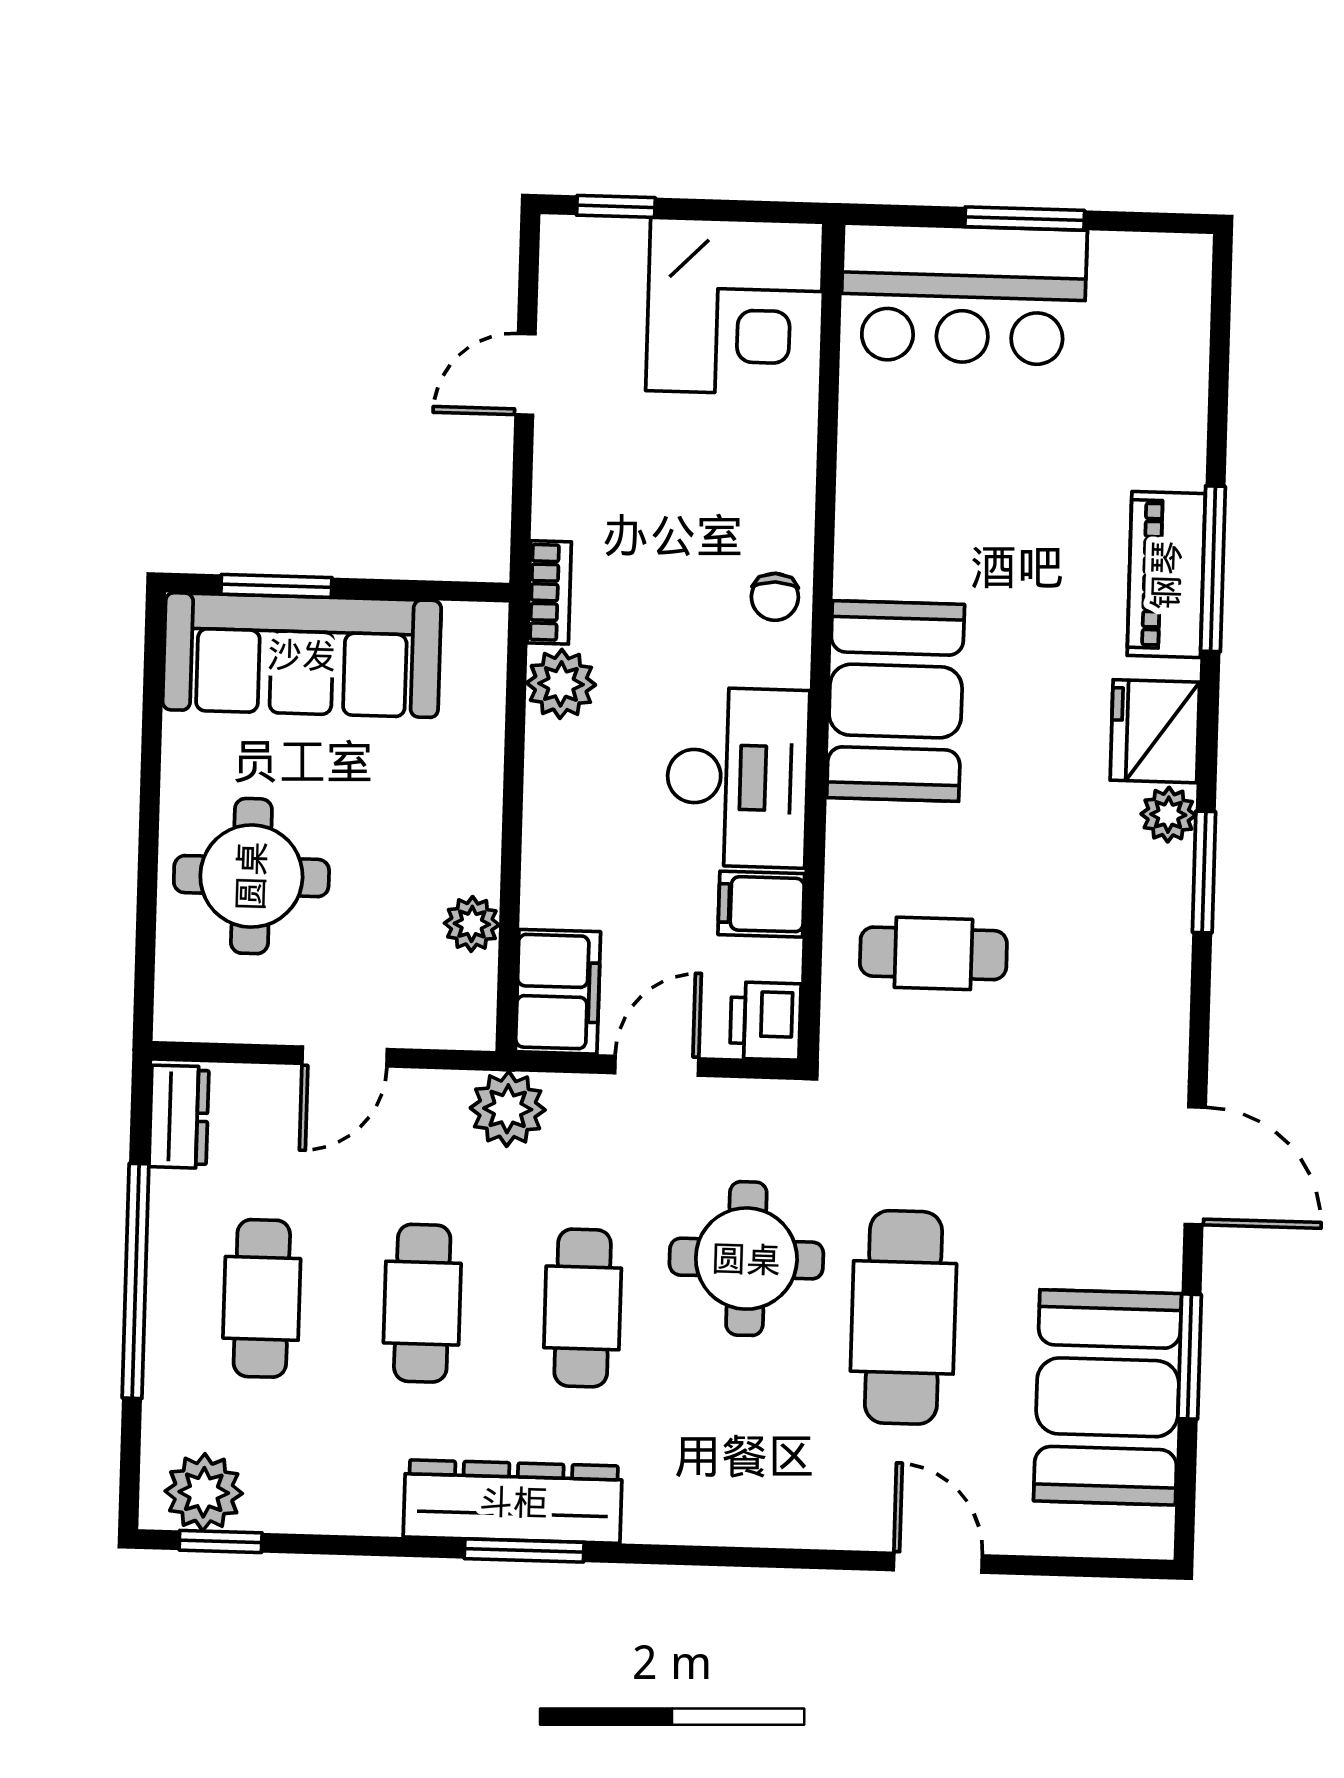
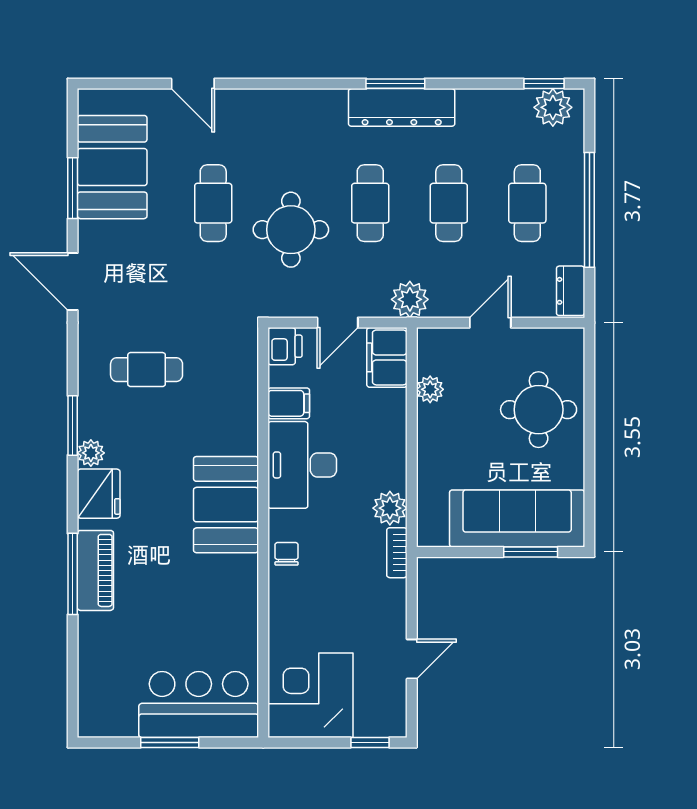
cafe table: (933, 953) -> (147, 370), moved
cafe table: (903, 1317) -> (213, 203), width x0.73, depth x0.74

